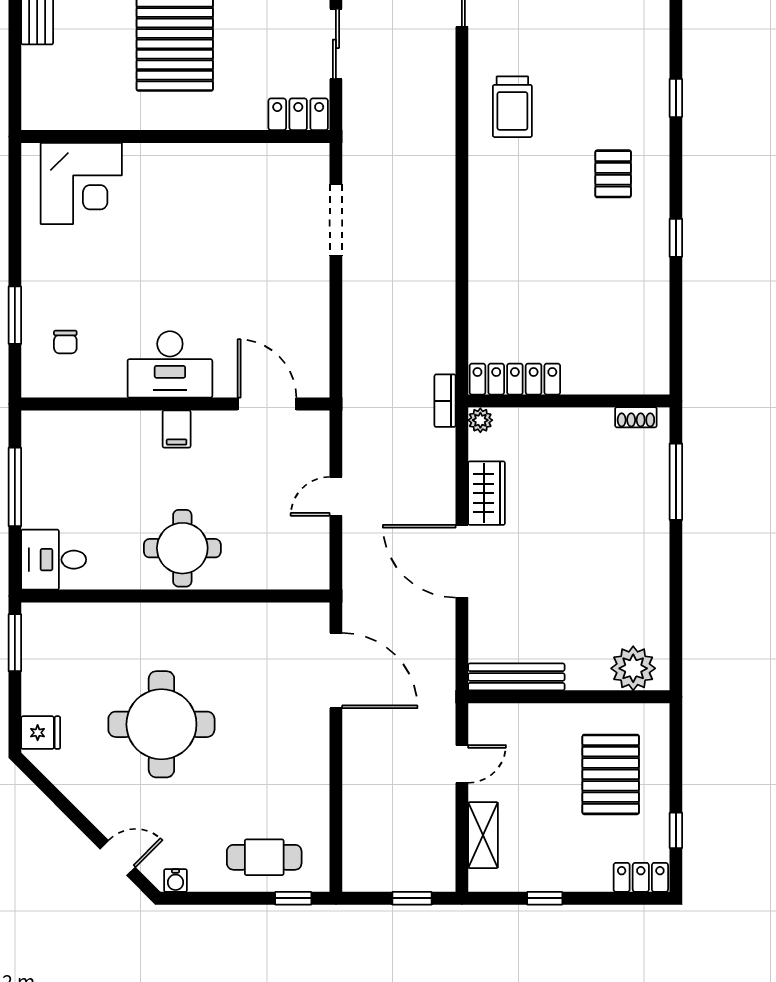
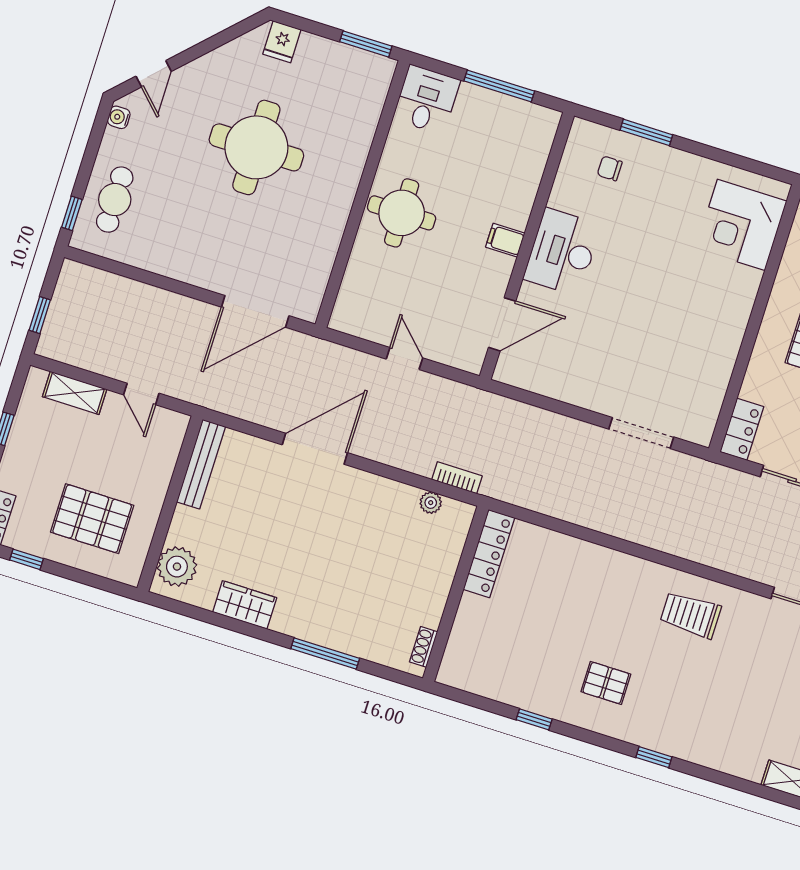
locker: (515, 379) -> (489, 554), moved
wall: (569, 401) -> (456, 594), moved
shoe rack: (636, 417) -> (424, 647), moved
wardrobe: (487, 493) -> (245, 605), moved, turned 180

